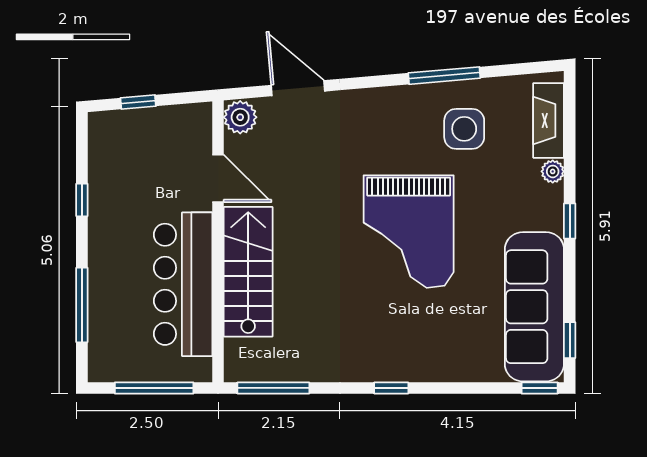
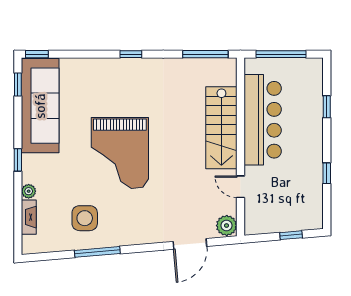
door: (298, 88) -> (190, 244), hinge flipped
fireplace: (549, 120) -> (29, 217), width x0.73, depth x0.76
door: (218, 178) -> (241, 187), width x0.73
grand piano: (409, 232) -> (120, 153), turned 180
window: (82, 305) -> (327, 107), width x0.46

